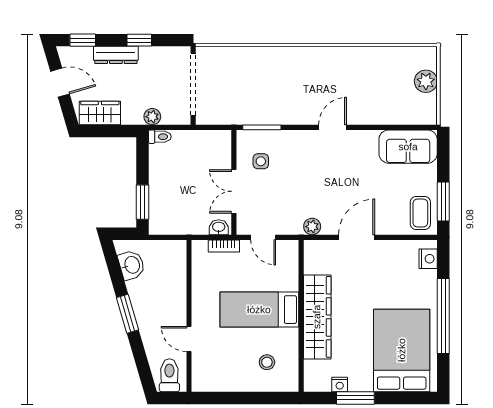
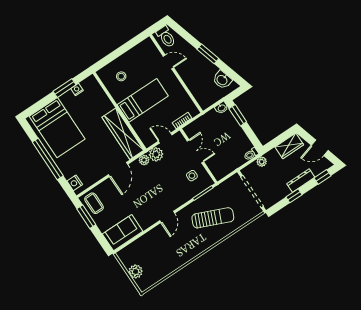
sun lounger: (271, 84) -> (213, 218), added
plant: (291, 223) -> (156, 154), added
washbasin: (219, 227) -> (222, 108), moved
wardrobe: (317, 317) -> (123, 134), moved

